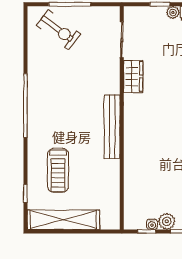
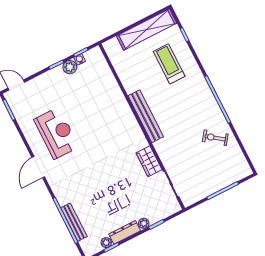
exercise bike: (58, 30) -> (215, 138), moved, width x0.73, depth x0.72

